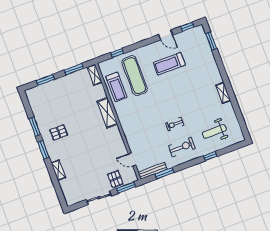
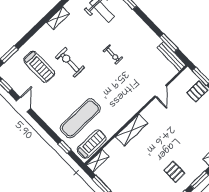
treadmill: (169, 64) -> (39, 67), moved
treadmill: (116, 87) -> (92, 144), moved
exercise bike: (182, 147) -> (70, 62), moved
door: (132, 159) -> (161, 91), moved

